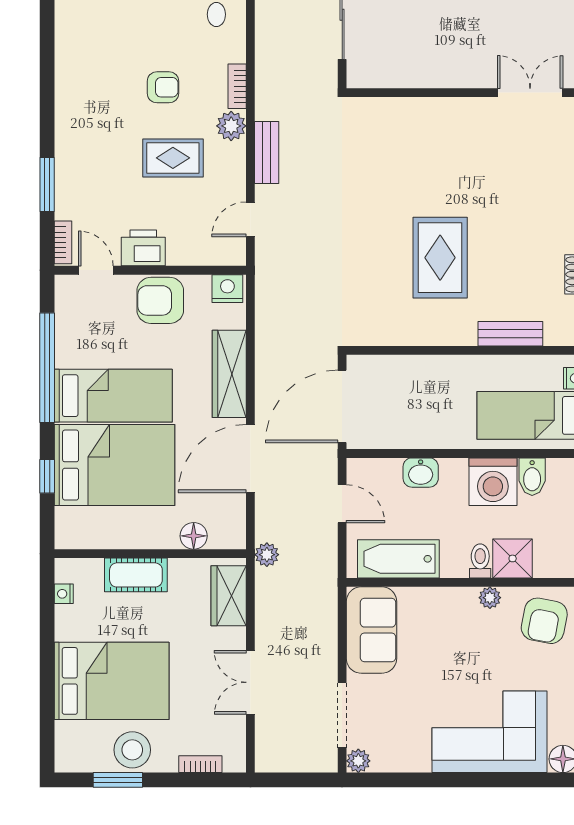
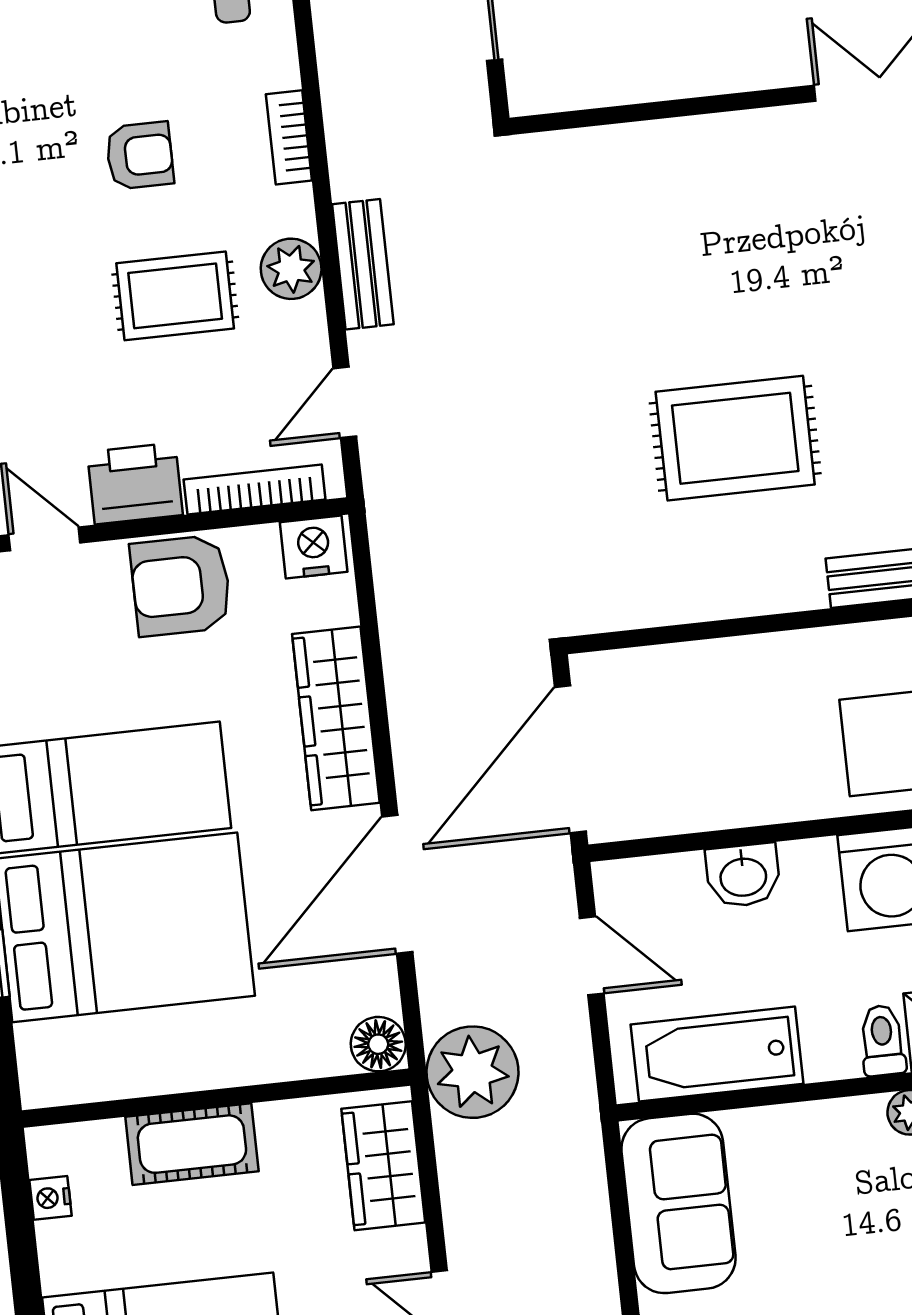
plant: (231, 126) -> (291, 269), moved
bookcase: (202, 257) -> (255, 489), added
rug: (440, 258) -> (735, 438), turned 90
floor lamp: (194, 536) -> (378, 1044), moved
plant: (267, 555) -> (472, 1072), width x1.88, depth x1.88

